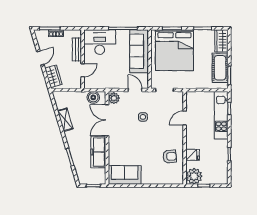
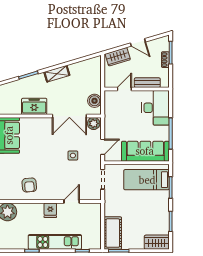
bed: (174, 50) -> (147, 180), width x0.49
cot: (220, 68) -> (113, 233), moved, turned 90
door: (83, 70) -> (124, 89), swing flipped
kitchen unit: (221, 115) -> (55, 242), moved
door: (185, 118) -> (72, 202), hinge flipped
shelving: (65, 120) -> (57, 74), moved
double door: (107, 120) -> (69, 116), swing flipped
freezer: (98, 152) -> (34, 106), width x0.71
fridge: (193, 155) -> (50, 210), moved

